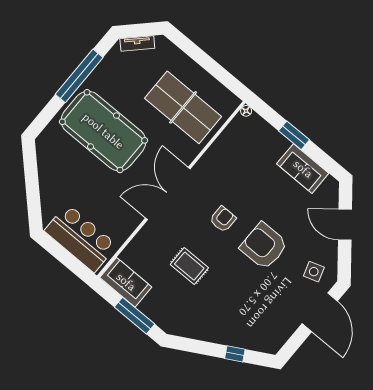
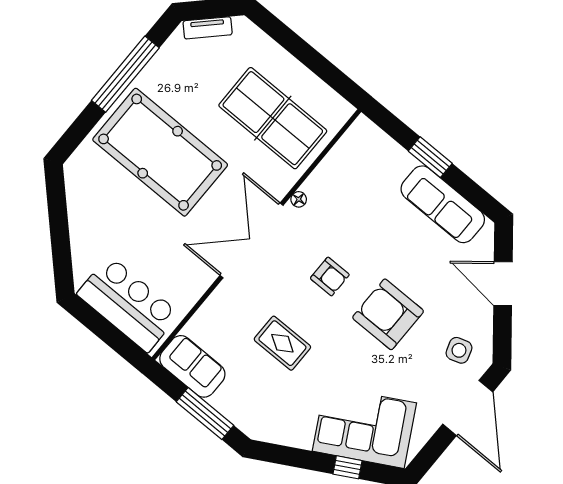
floor lamp: (246, 111) -> (299, 199), moved
sofa: (303, 169) -> (443, 204), width x1.36
armchair: (223, 219) -> (330, 276), turned 90
corner sofa: (247, 325) -> (364, 427), added

